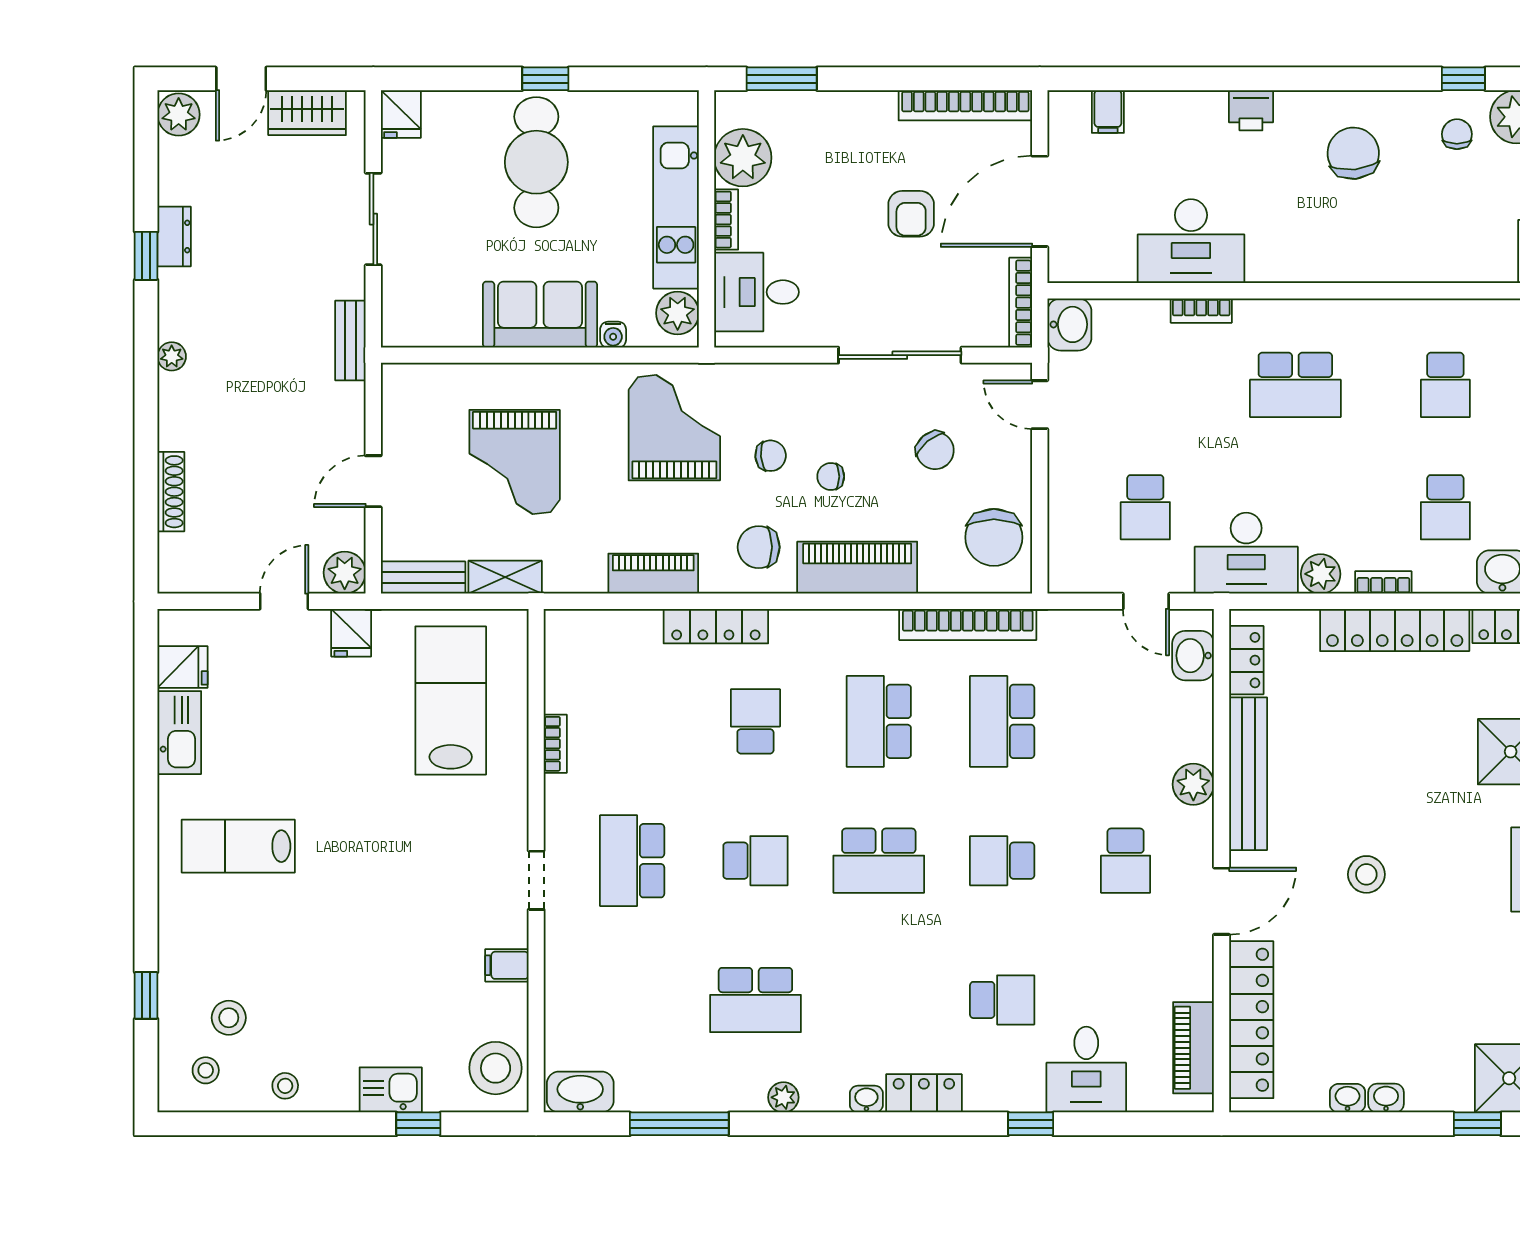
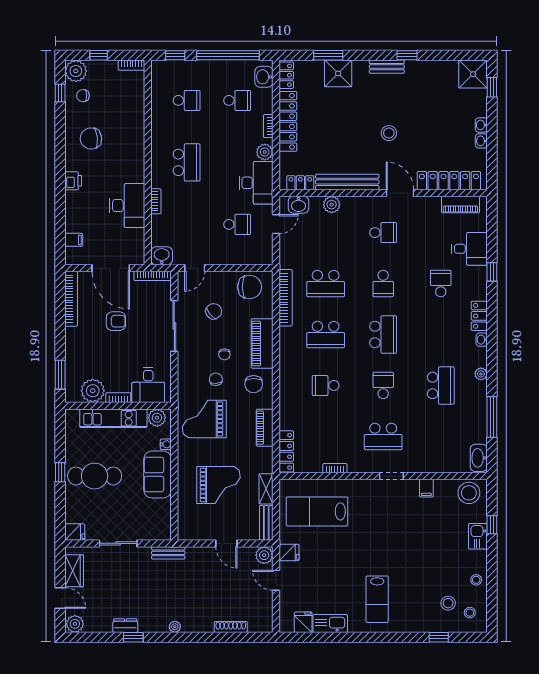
locker: (716, 626) -> (286, 451), moved
plant: (1193, 784) -> (332, 205), moved

